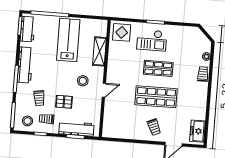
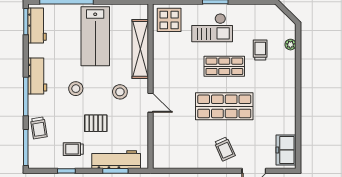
lab bench: (68, 40) -> (95, 36), turned 180
shelving: (100, 51) -> (140, 49), width x1.47
workbench: (25, 65) -> (37, 76), width x0.73
trolley: (203, 74) -> (260, 50), moved
door: (104, 90) -> (151, 103), hinge flipped
trolley: (39, 98) -> (39, 128), moved
stool: (27, 121) -> (76, 89), moved

